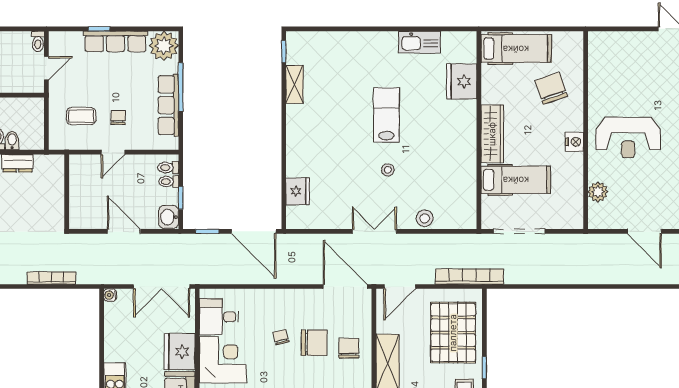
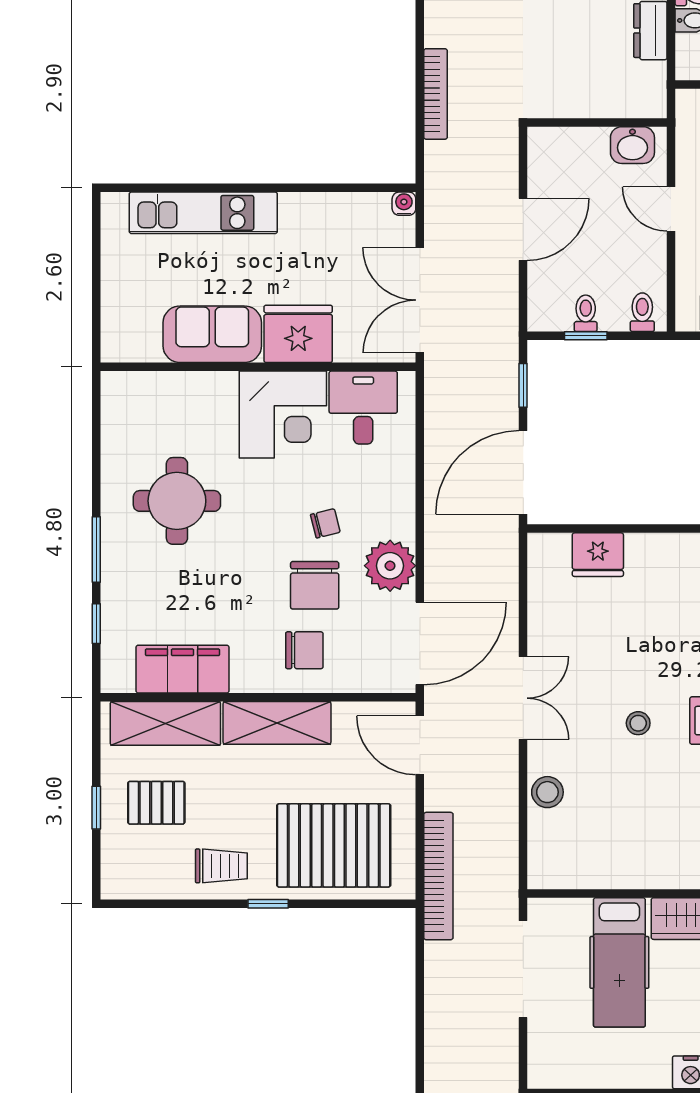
toilet: (169, 181) -> (586, 313), moved
washbasin: (169, 217) -> (632, 145), moved, turned 180
plant: (304, 302) -> (390, 566), added

